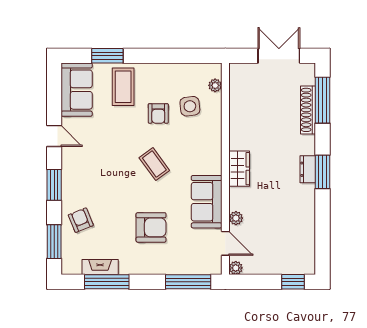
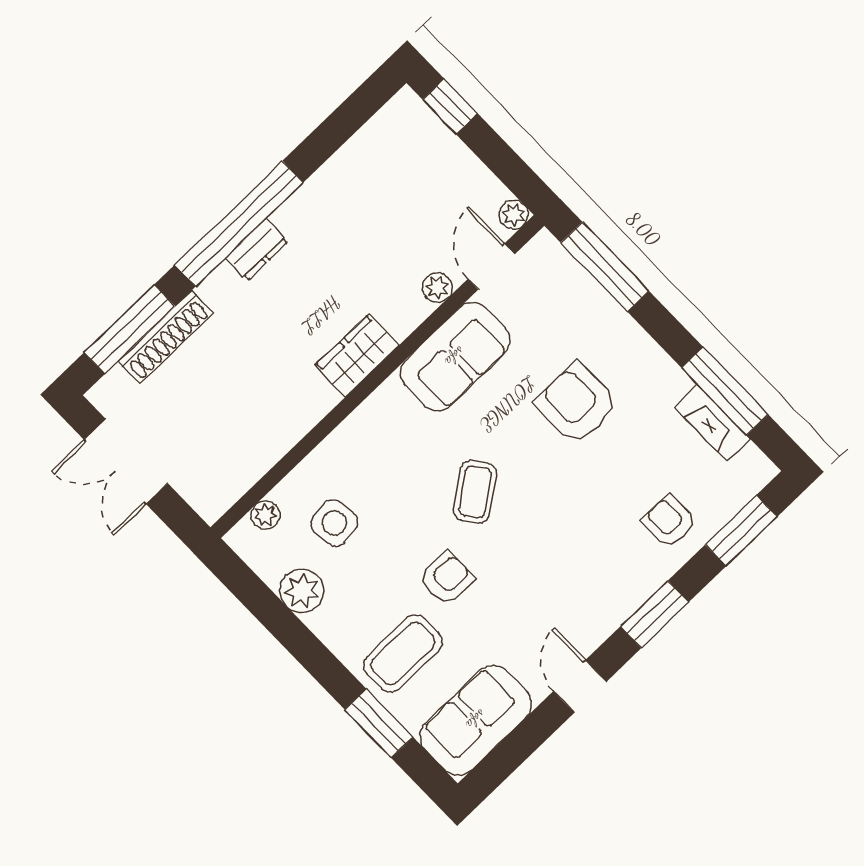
plant: (177, 73) -> (302, 591), added
armchair: (158, 113) -> (446, 578), moved
window: (322, 172) -> (239, 224), width x2.11
armchair: (81, 220) -> (669, 522), turned 112

